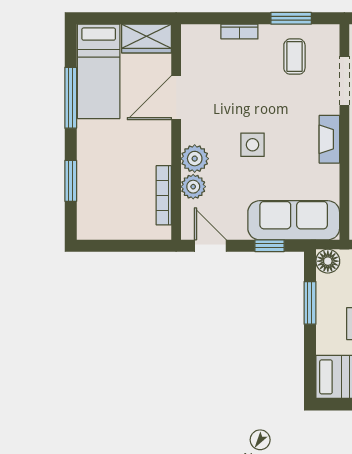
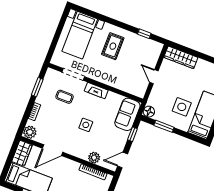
coffee table: (294, 57) -> (65, 97), moved
door: (176, 98) -> (53, 150), hinge flipped
plant: (195, 159) -> (30, 132), moved
sofa: (294, 220) -> (127, 114), width x0.73

